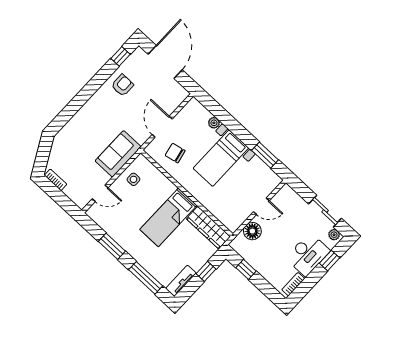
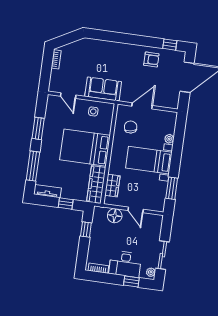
wardrobe: (221, 212) -> (112, 186), added
bed: (168, 217) -> (85, 148), width x1.50

